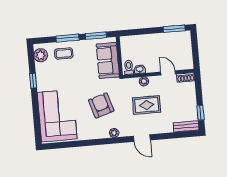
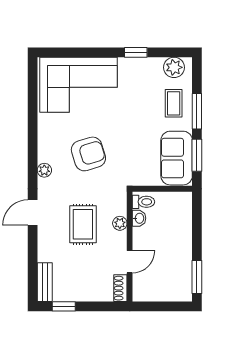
sofa: (108, 60) -> (177, 158), moved, turned -90

